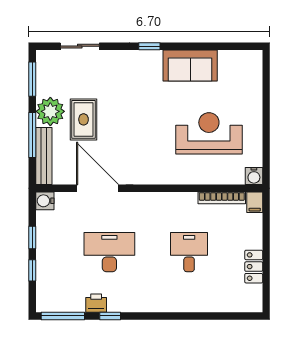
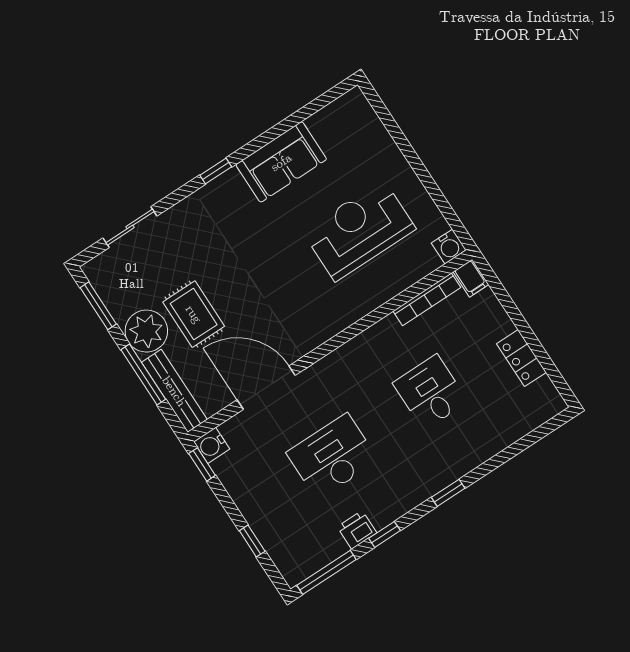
window: (32, 237) -> (202, 464), moved
window: (162, 316) -> (448, 493), added

